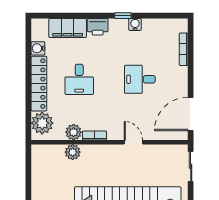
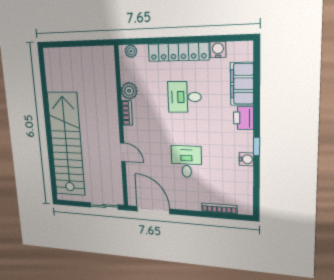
plant: (42, 123) -> (131, 51), width x0.53, depth x0.53
door: (133, 142) -> (123, 152), hinge flipped
plant: (73, 152) -> (109, 90), removed

